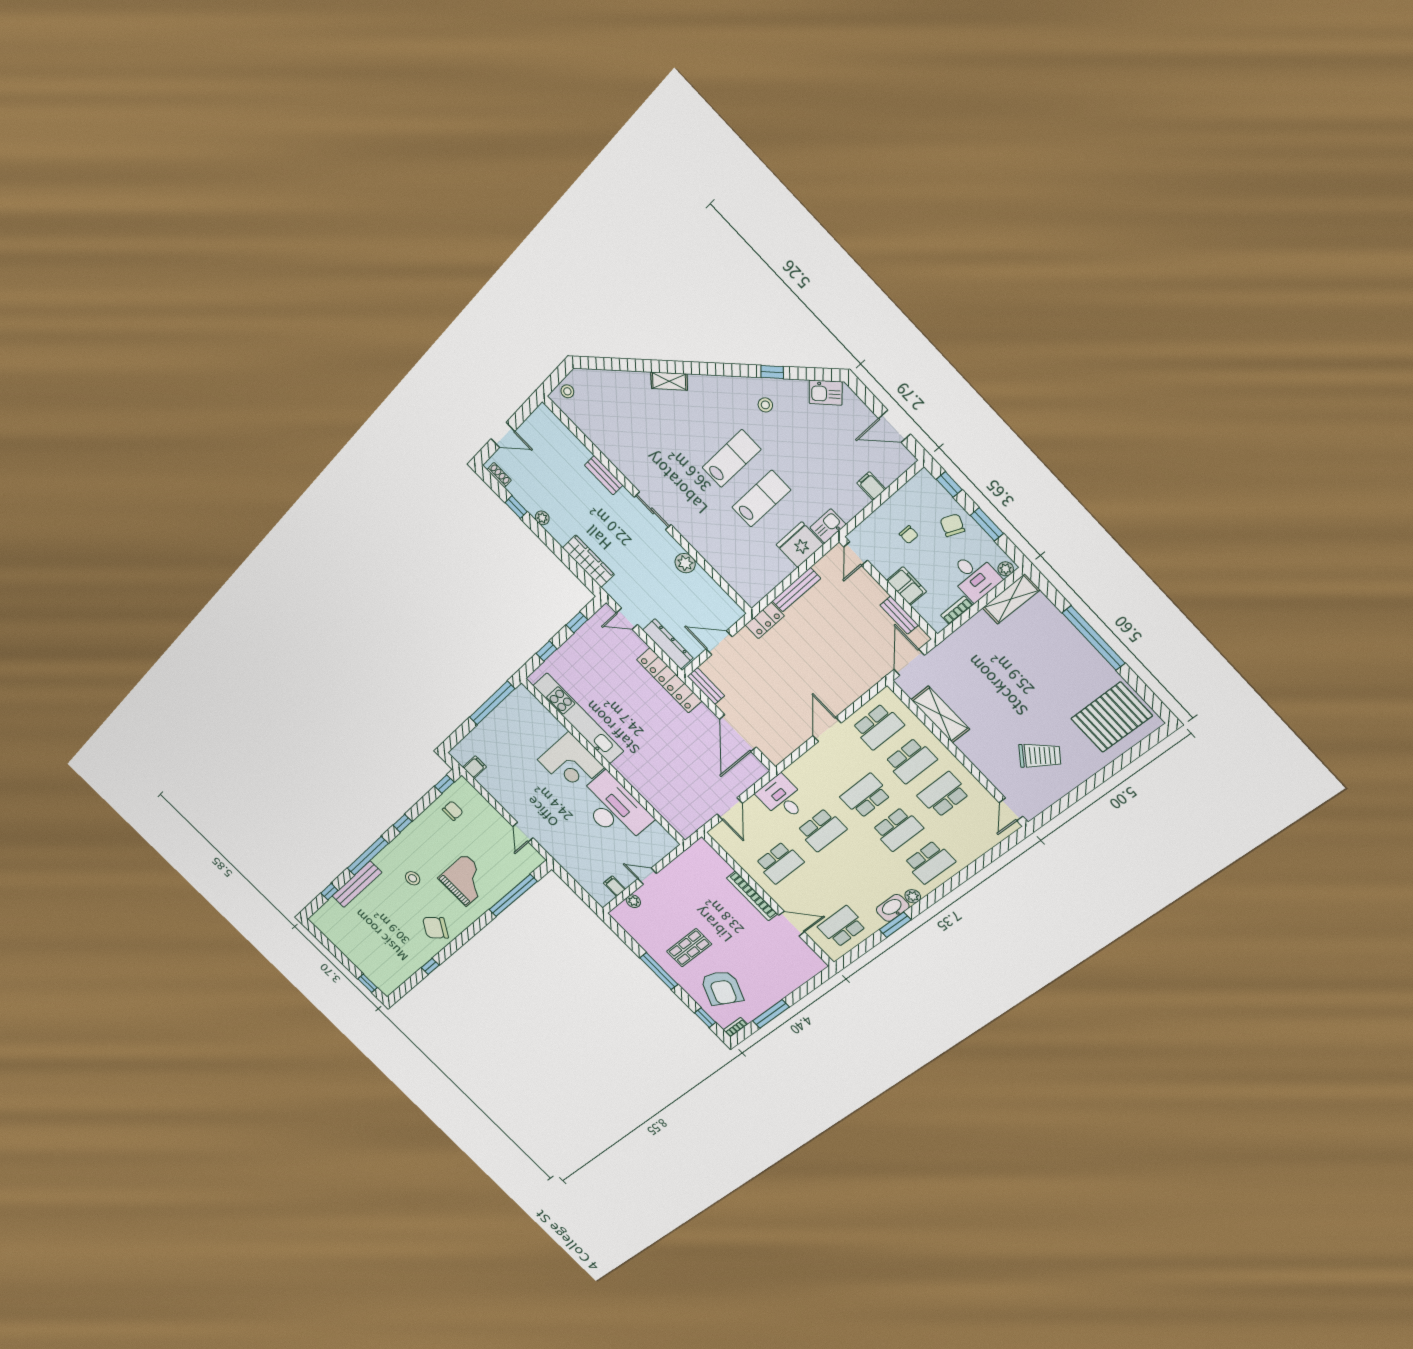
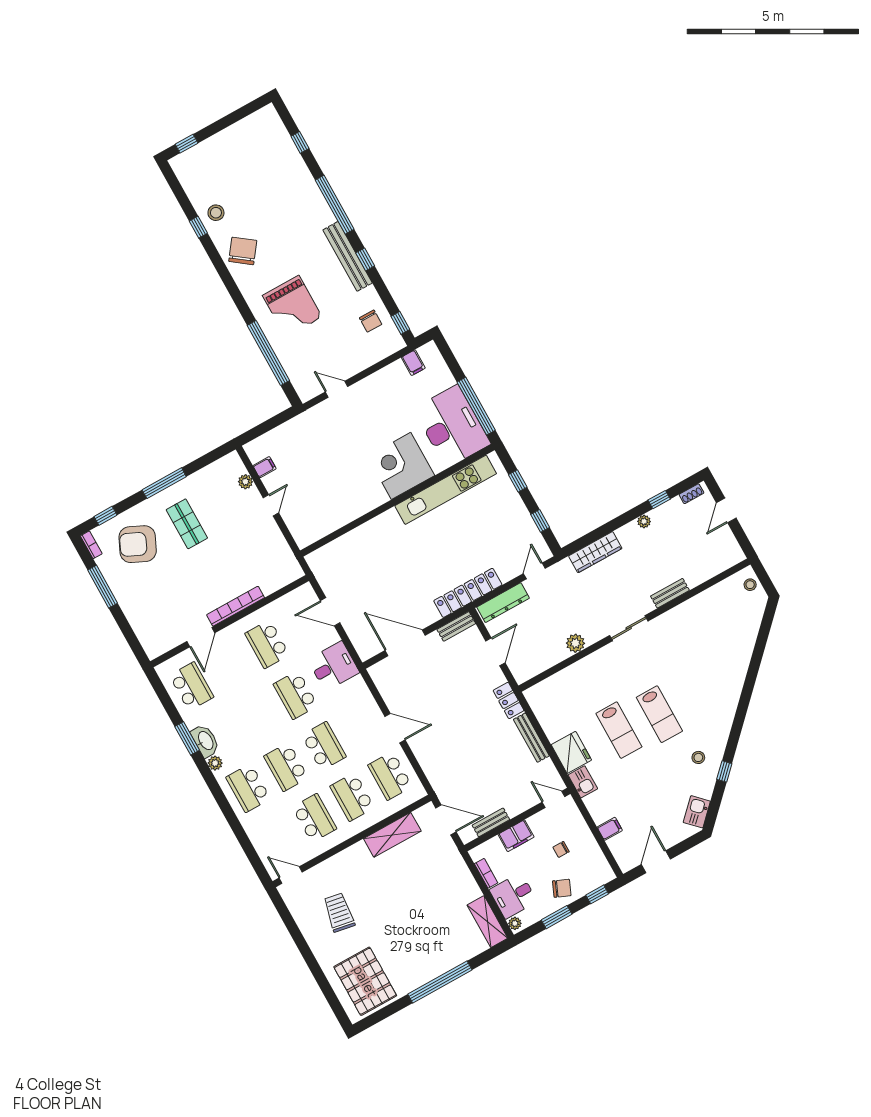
shelving: (669, 381) -> (738, 680), removed
trolley: (1040, 756) -> (339, 912), turned 153
desk: (614, 809) -> (452, 426), moved, turned -90
stool: (413, 878) -> (216, 213), moved
bench: (357, 884) -> (348, 256), moved

